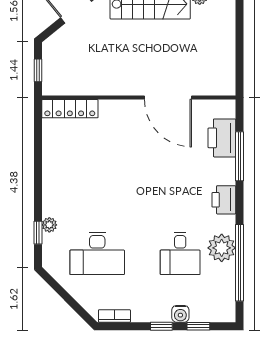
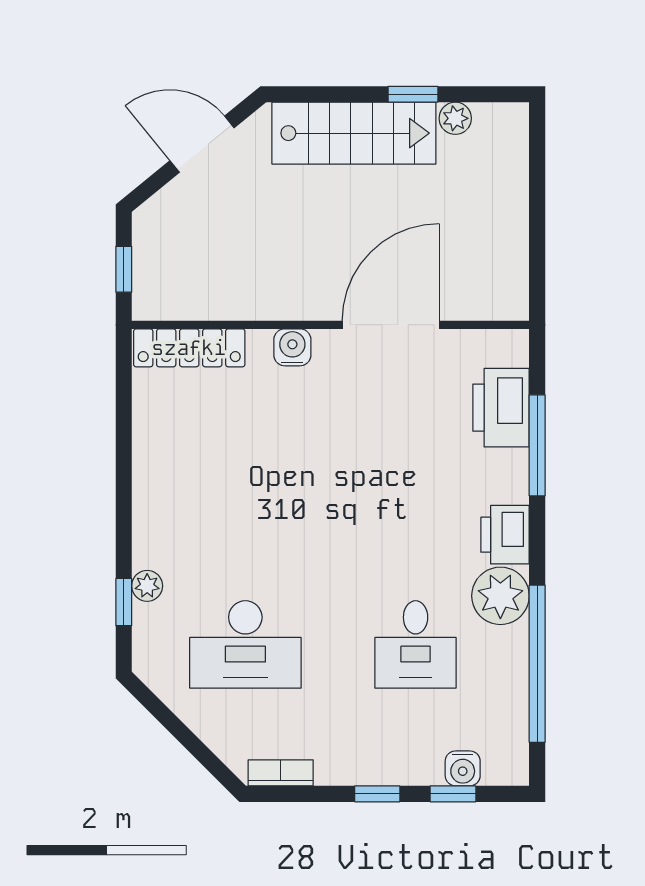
door: (168, 97) -> (391, 325), swing flipped
water cooler: (120, 108) -> (292, 347), added
plant: (222, 248) -> (500, 596), moved
water cooler: (180, 314) -> (463, 768), moved

